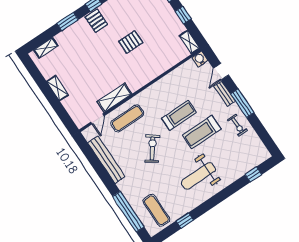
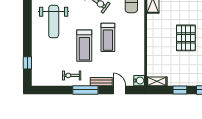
pallet: (131, 42) -> (186, 38), width x1.50, depth x1.42
treadmill: (202, 132) -> (84, 46), turned 180
weight bench: (198, 176) -> (54, 22), turned 180

